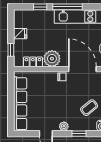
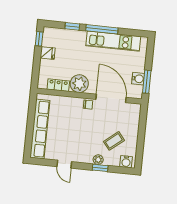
window: (11, 50) -> (39, 39), moved
plant: (64, 126) -> (98, 160), moved

